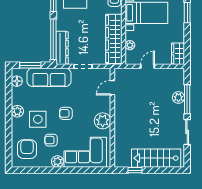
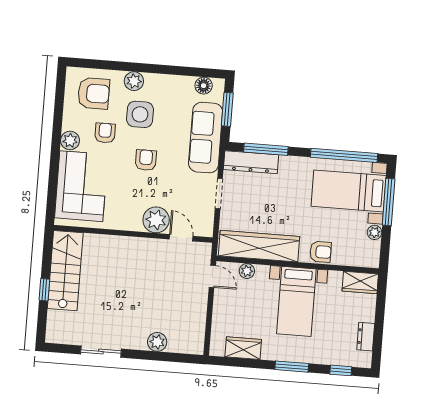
window: (53, 39) -> (266, 149), width x0.68
wardrobe: (178, 54) -> (243, 348), moved
door: (148, 66) -> (212, 276), moved
window: (187, 99) -> (153, 356), removed
plant: (17, 111) -> (134, 81), moved
plant: (103, 121) -> (156, 220), moved
stairs: (156, 158) -> (65, 271), moved
window: (135, 170) -> (44, 290), moved

